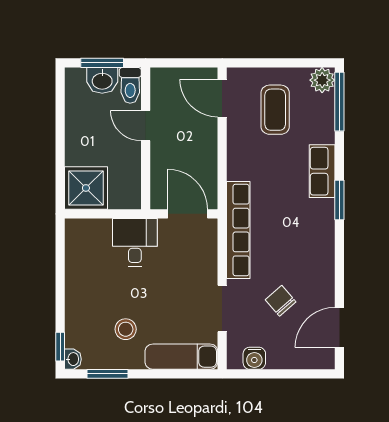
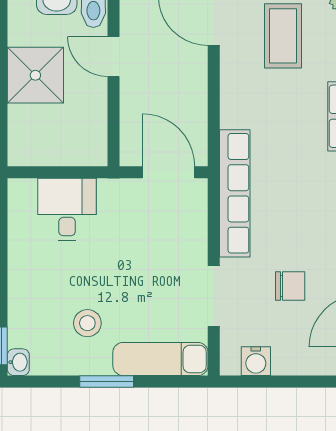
shower: (86, 188) -> (35, 75), moved
desk: (135, 242) -> (67, 210), moved
chair: (281, 301) -> (290, 286), turned 131
window: (107, 374) -> (107, 382), moved

